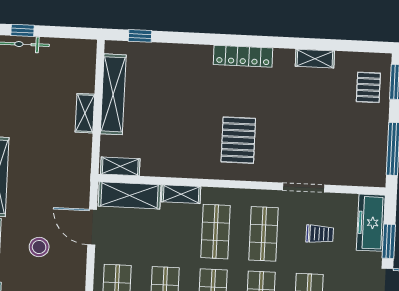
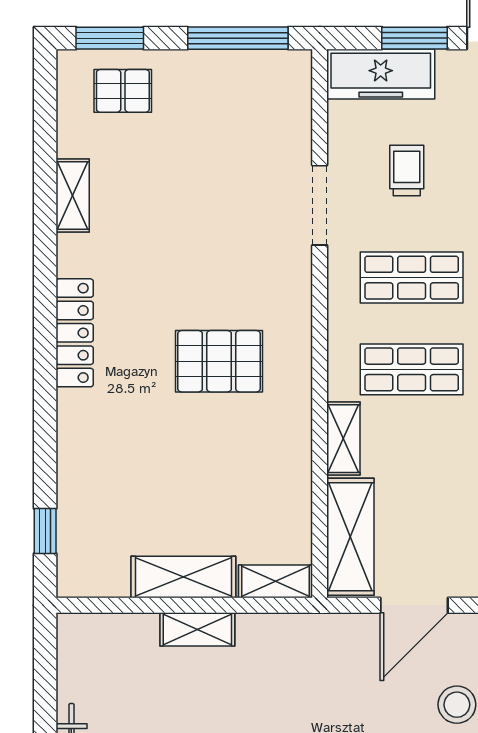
shelving: (113, 94) -> (183, 577), width x0.68
pallet: (238, 140) -> (219, 361), moved
shelving: (120, 166) -> (275, 581), moved, turned 90

